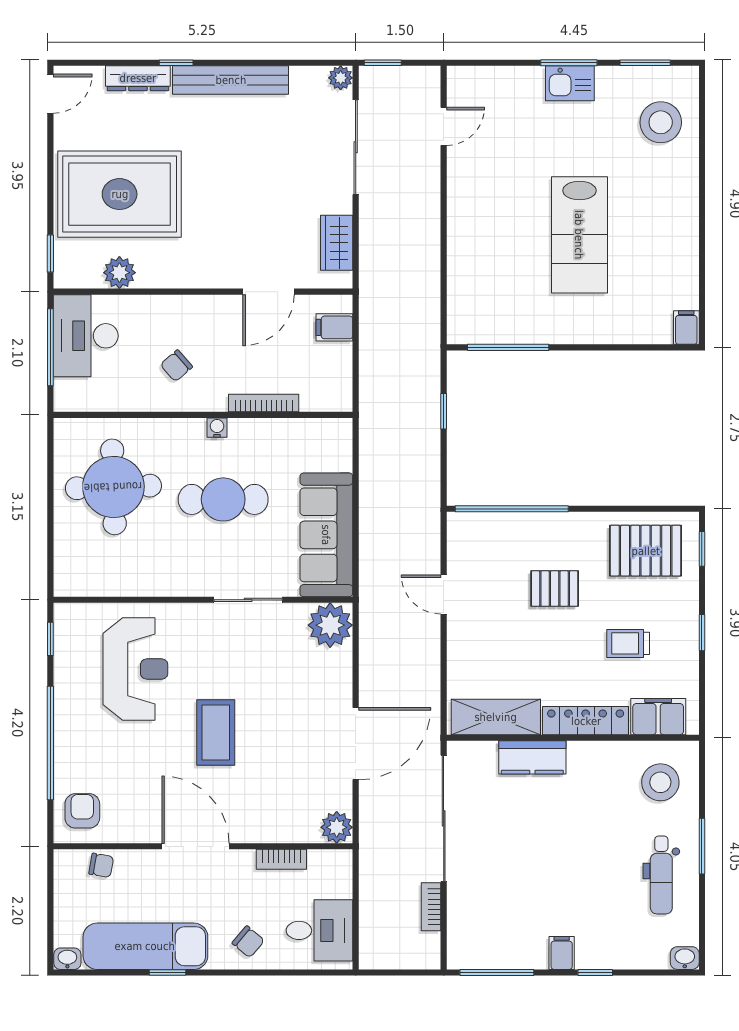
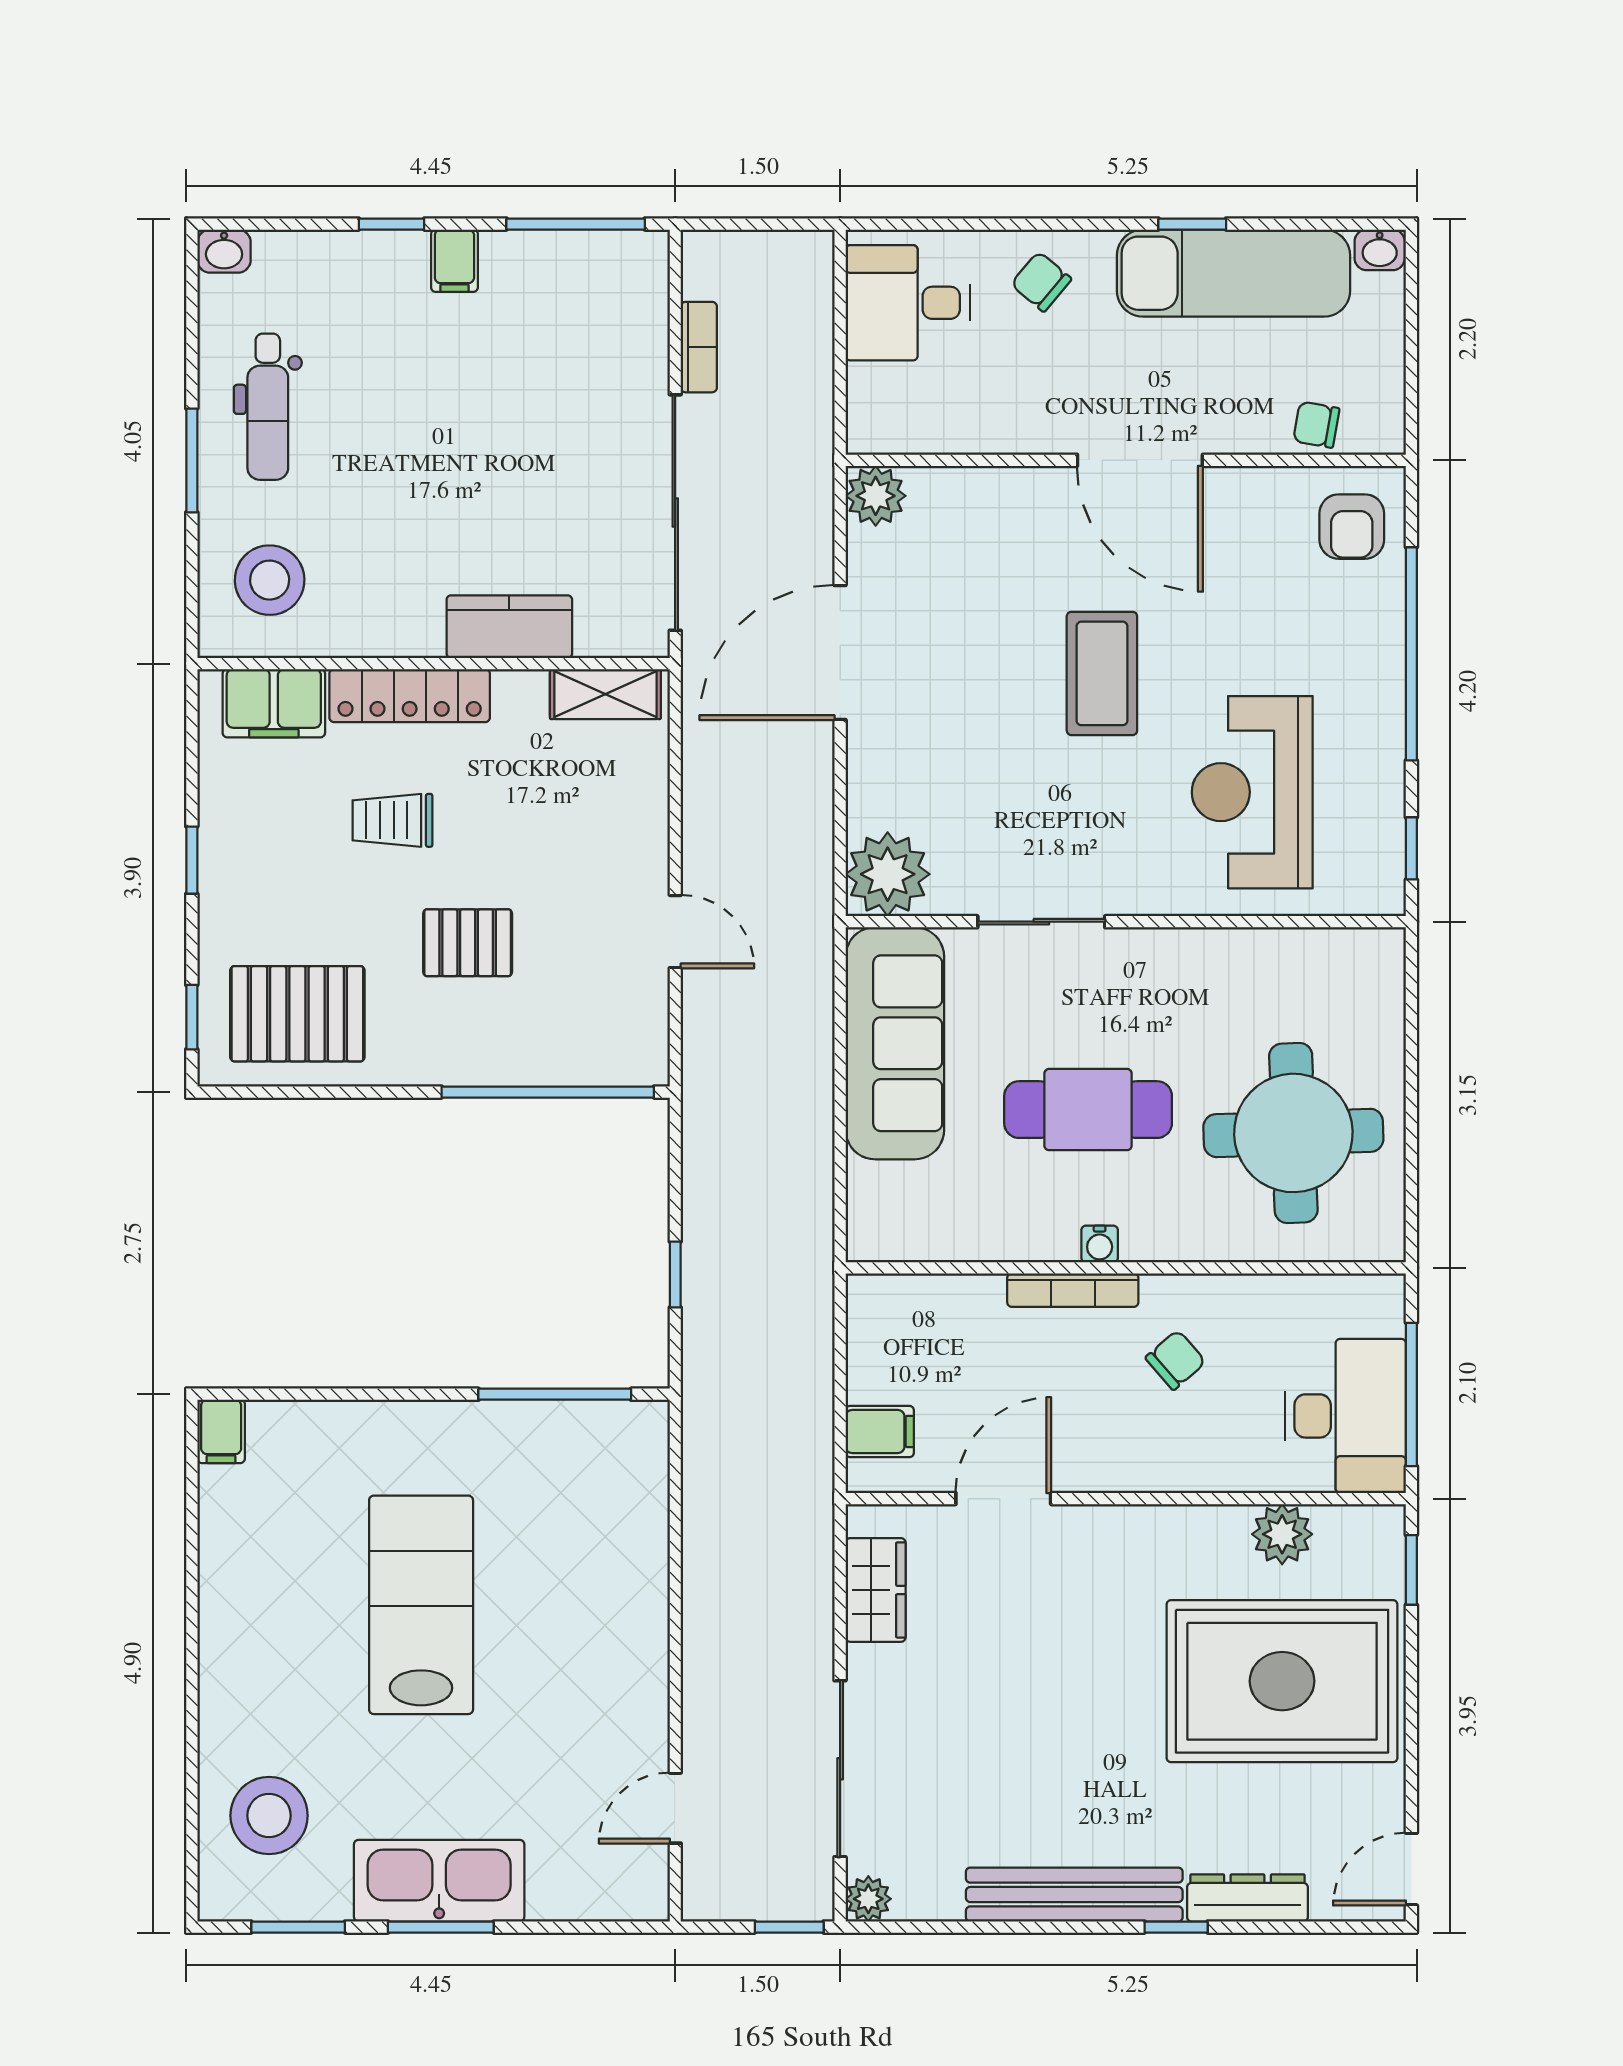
kitchen sink: (570, 83) -> (439, 1881), width x1.87, depth x1.24
bookcase: (264, 403) -> (1073, 1290), moved
trolley: (628, 643) -> (392, 820), moved, turned 180
shelving: (496, 717) -> (605, 694), width x0.67, depth x0.75
bookcase: (281, 859) -> (979, 436), removed
dental chair: (661, 875) -> (268, 407), turned 180

